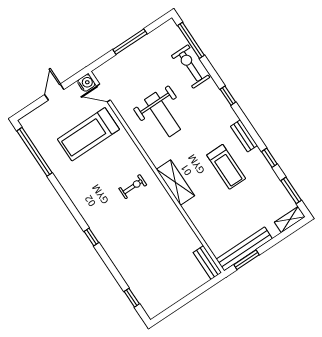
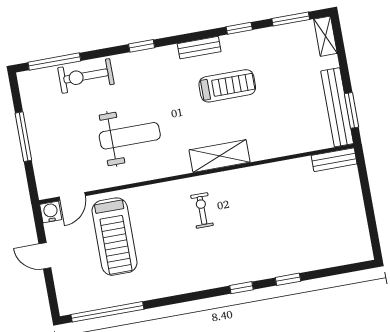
window: (132, 298) -> (288, 279), moved

